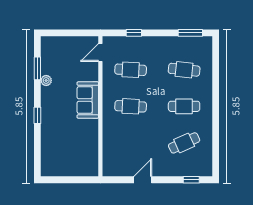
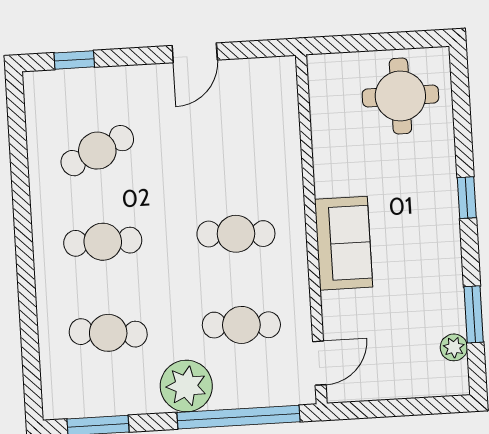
window: (134, 33) -> (238, 417), width x3.17
plant: (154, 47) -> (186, 386), added
plant: (46, 80) -> (454, 347), moved
round table: (62, 158) -> (400, 96), added

